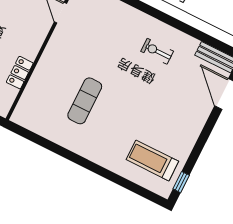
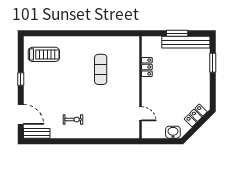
window: (181, 182) -> (21, 79), moved

